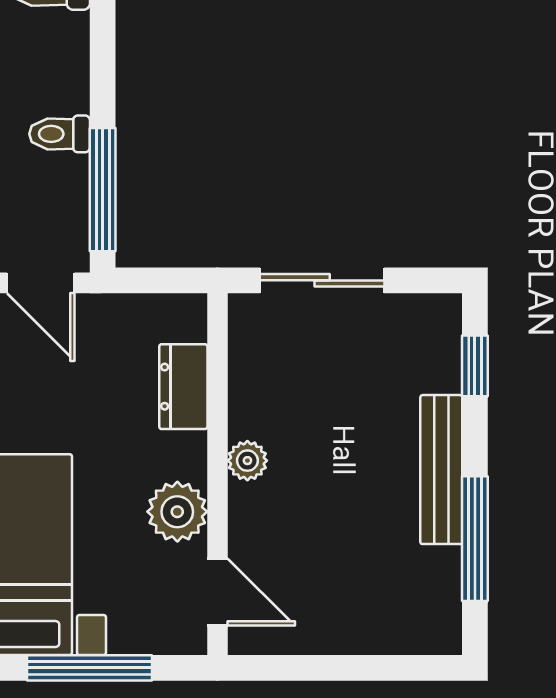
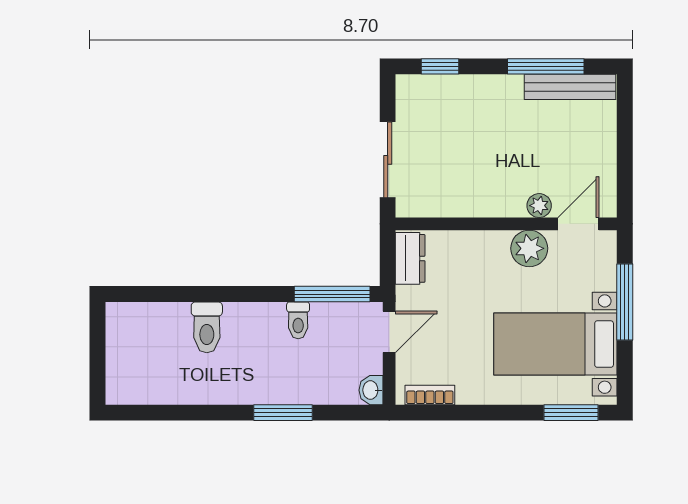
dresser: (183, 387) -> (410, 258), moved, turned -90
plant: (247, 461) -> (539, 206), moved
bench: (441, 470) -> (570, 87), moved

